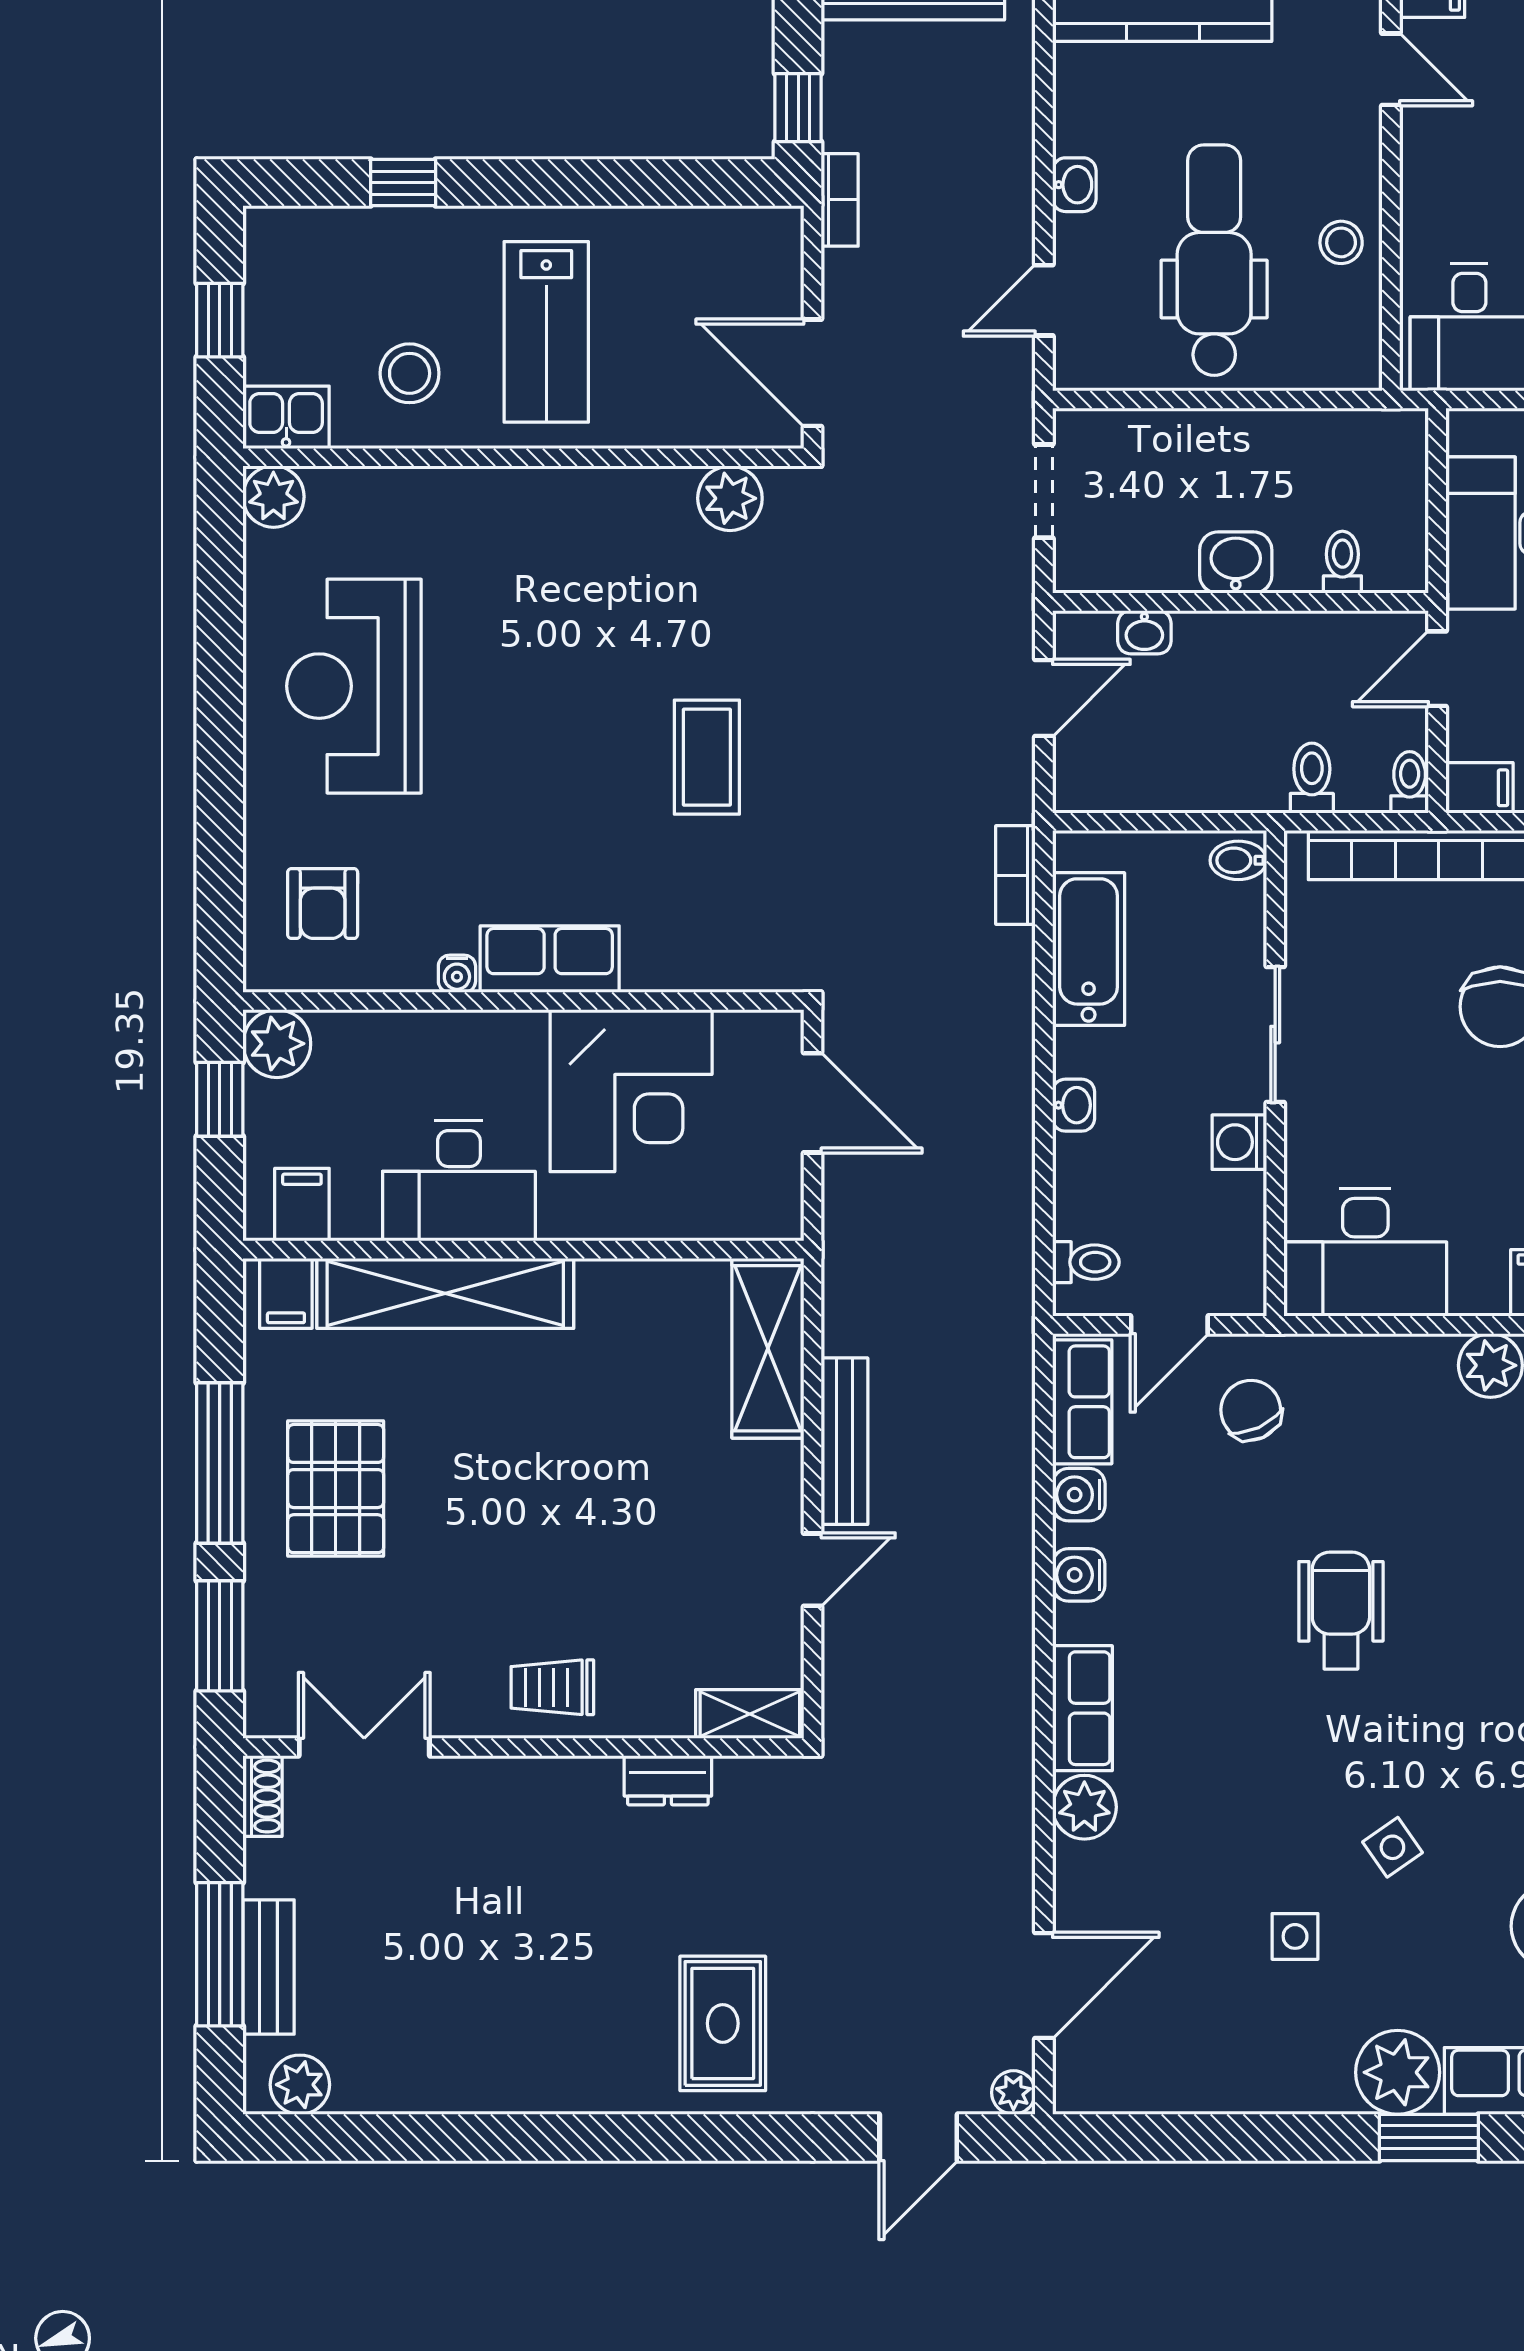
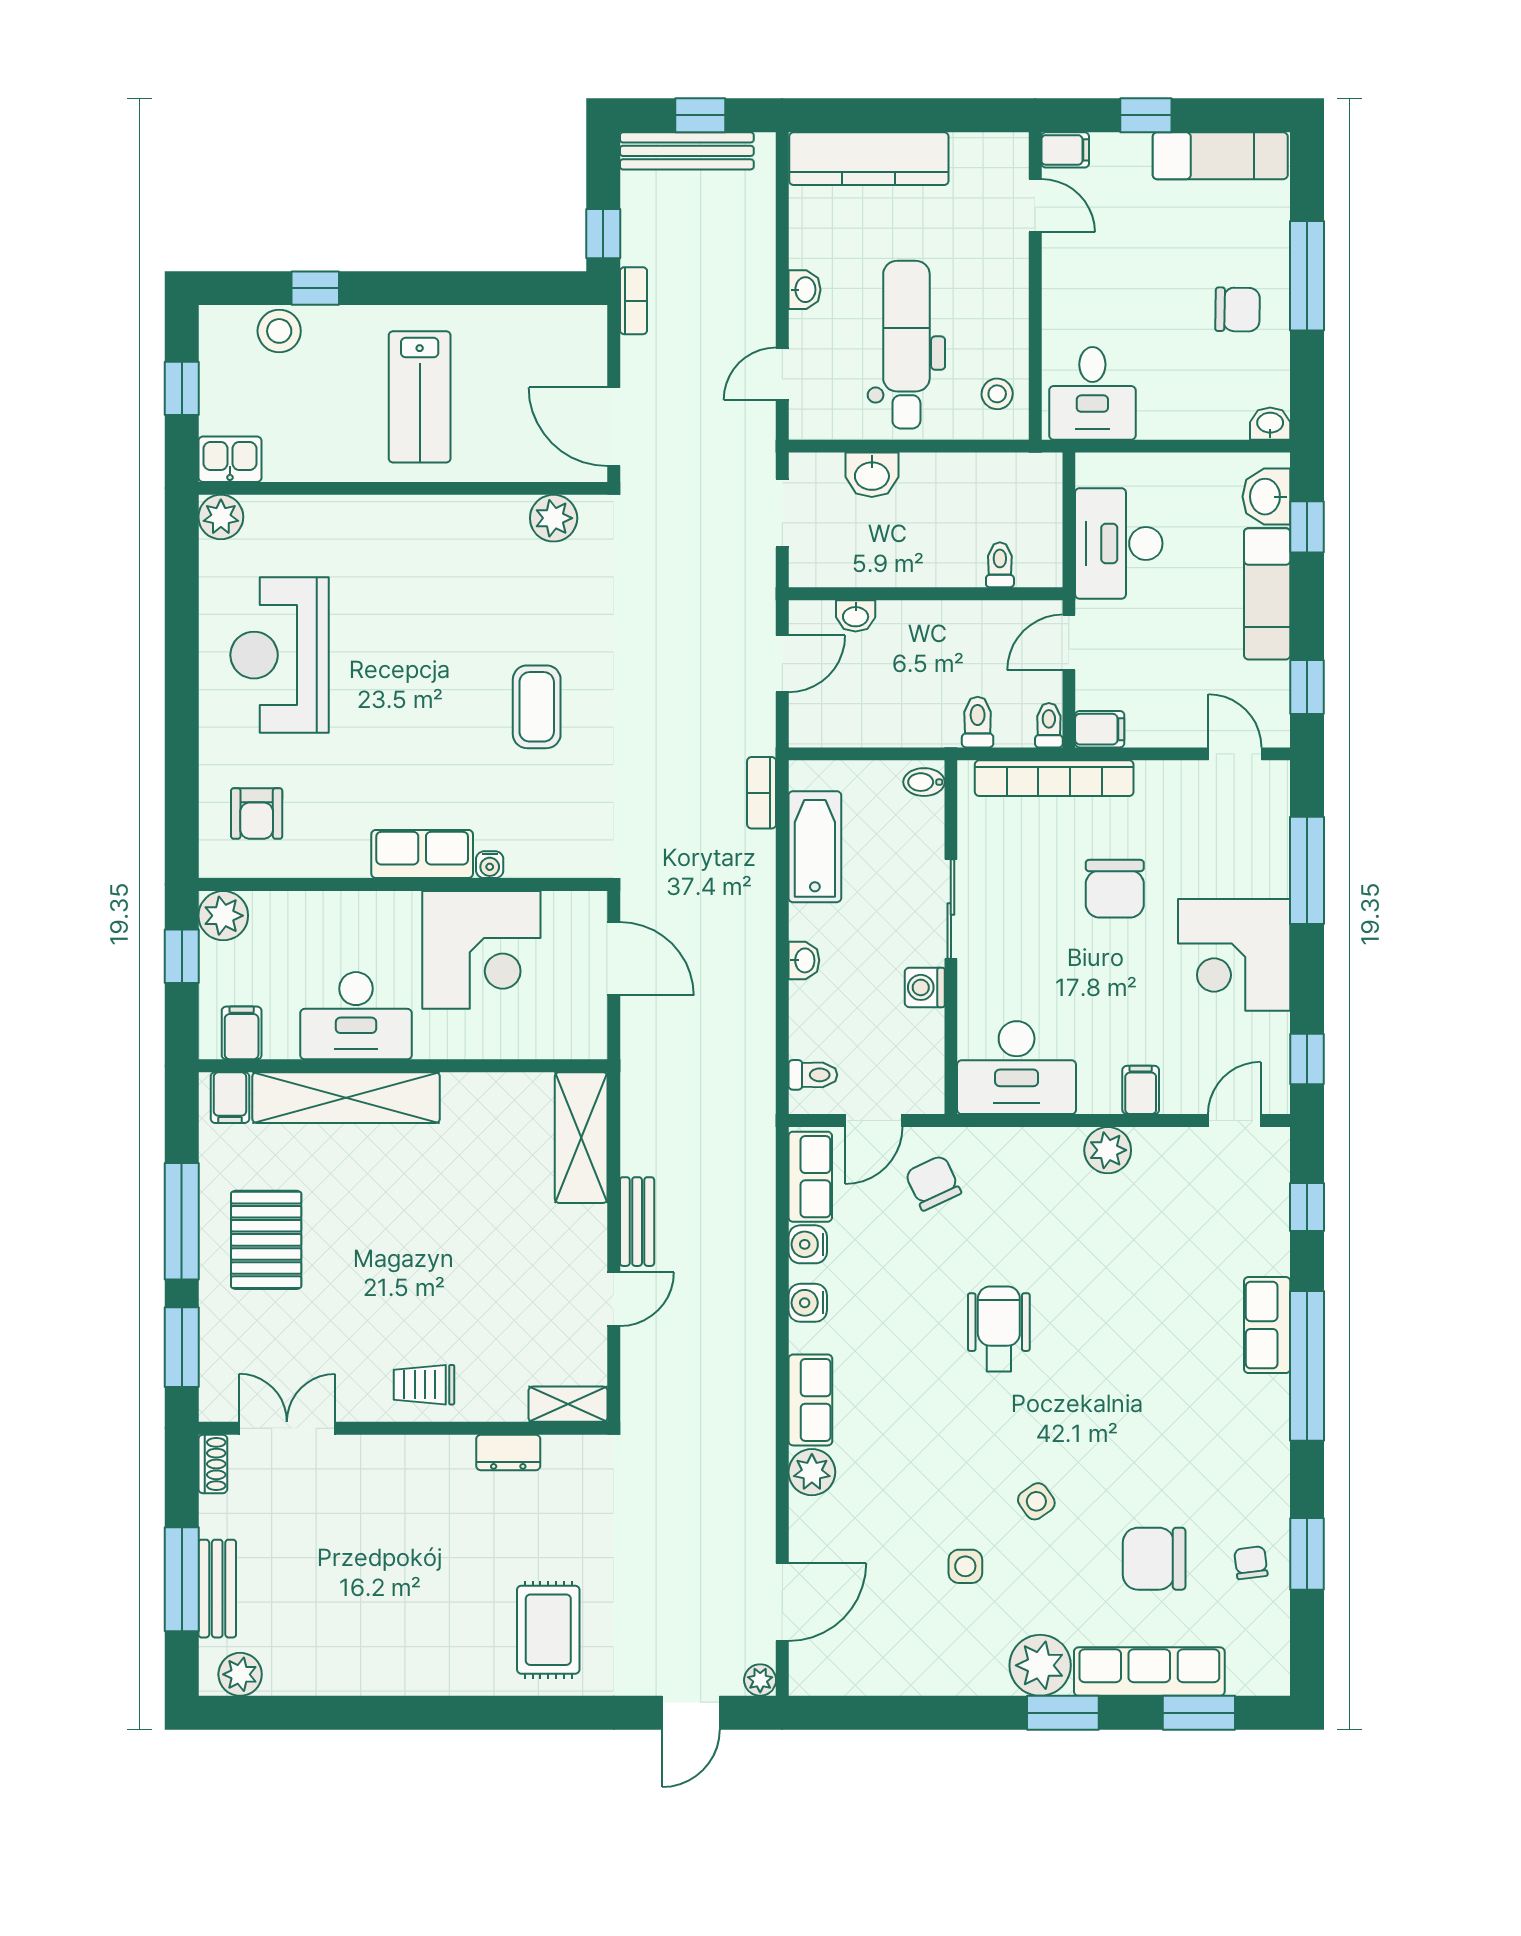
stool: (1341, 242) -> (997, 394), moved
stool: (410, 373) -> (279, 331), moved
washbasin: (1236, 563) -> (872, 475), moved, turned 180
water cooler: (457, 974) -> (490, 865), moved
bench: (845, 1441) -> (637, 1222), width x0.73

